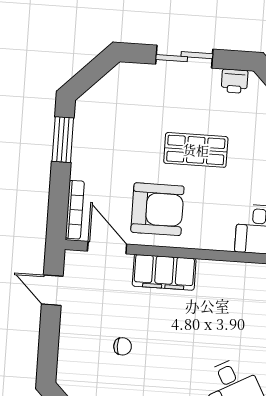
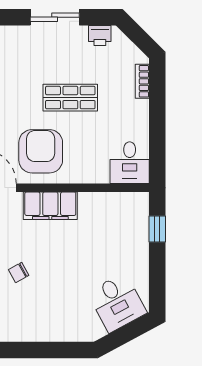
armchair: (157, 209) -> (41, 151), turned -90
chair: (123, 346) -> (19, 273), turned 151

